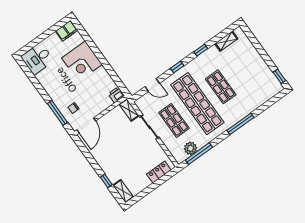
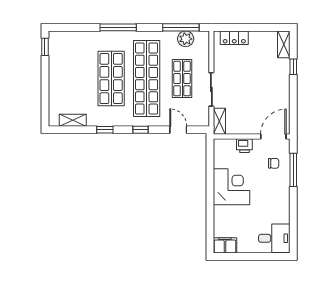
corner desk: (82, 61) -> (231, 187), moved
shop shelf: (221, 87) -> (111, 79), width x1.43, depth x1.36
printer: (116, 95) -> (244, 146), moved

